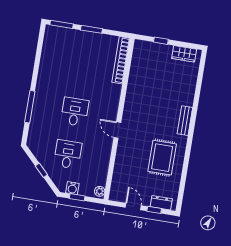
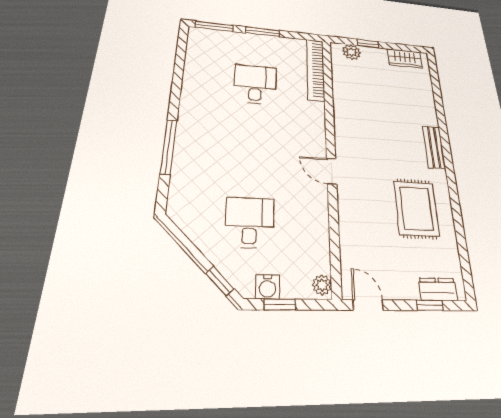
plant: (148, 47) -> (351, 52), added
desk: (75, 112) -> (255, 84), moved
window: (41, 170) -> (220, 281), moved
door: (133, 207) -> (368, 305), moved

